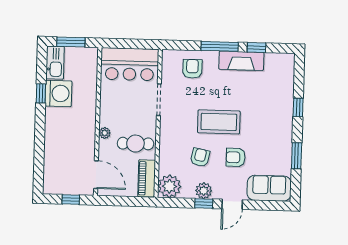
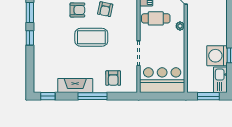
window: (256, 47) -> (48, 96), moved
window: (298, 107) -> (30, 38), moved

